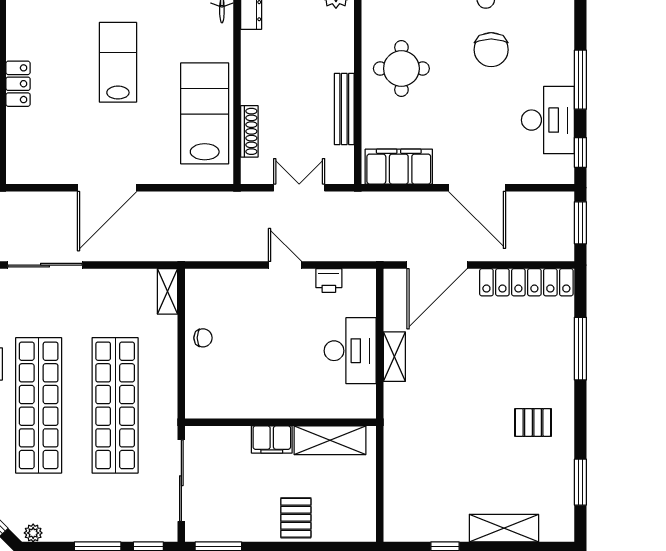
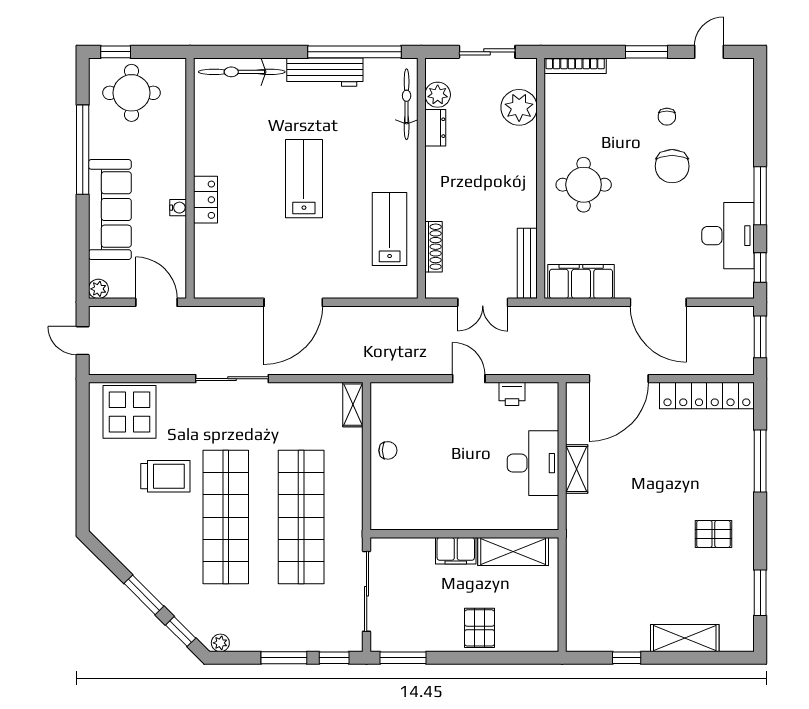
bench: (344, 109) -> (527, 263), moved
lab bench: (205, 113) -> (390, 229), width x0.73, depth x0.72
double door: (299, 188) -> (483, 302), swing flipped

